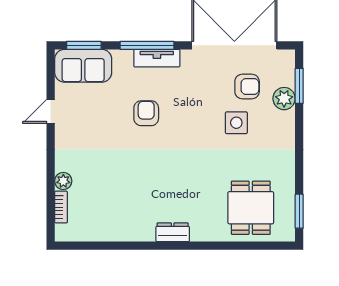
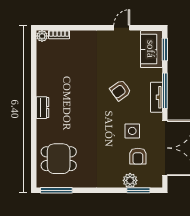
door: (51, 111) -> (122, 28), hinge flipped
armchair: (146, 113) -> (120, 90), turned 144
side table: (236, 123) -> (132, 131), moved
plant: (63, 181) -> (42, 36), moved
window: (299, 211) -> (56, 190), width x1.44

